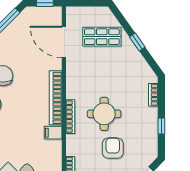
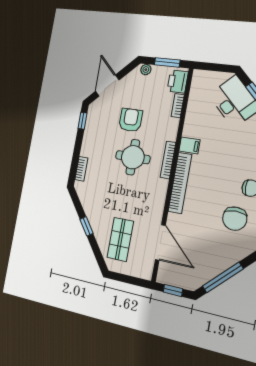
shop shelf: (102, 37) -> (120, 239), turned 90
window: (161, 126) -> (82, 121), moved
armchair: (113, 148) -> (131, 120), turned 180

